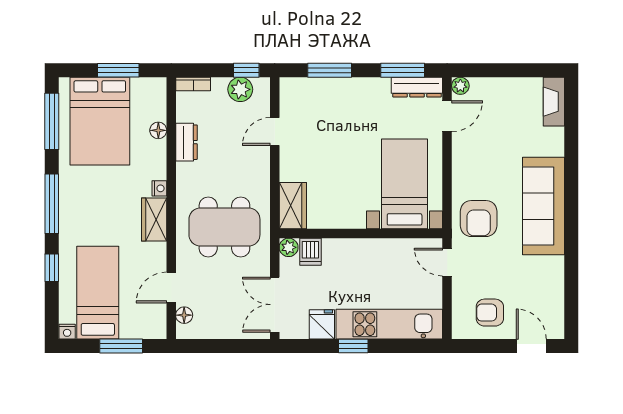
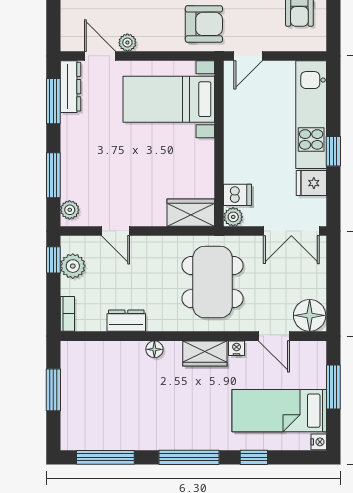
plant: (296, 86) -> (70, 210), added
plant: (460, 86) -> (127, 43), moved
bed: (100, 121) -> (105, 409), removed
floor lamp: (158, 130) -> (154, 349), moved
nightstand: (159, 188) -> (237, 348), moved
floor lamp: (184, 315) -> (310, 315), width x1.89, depth x1.89

